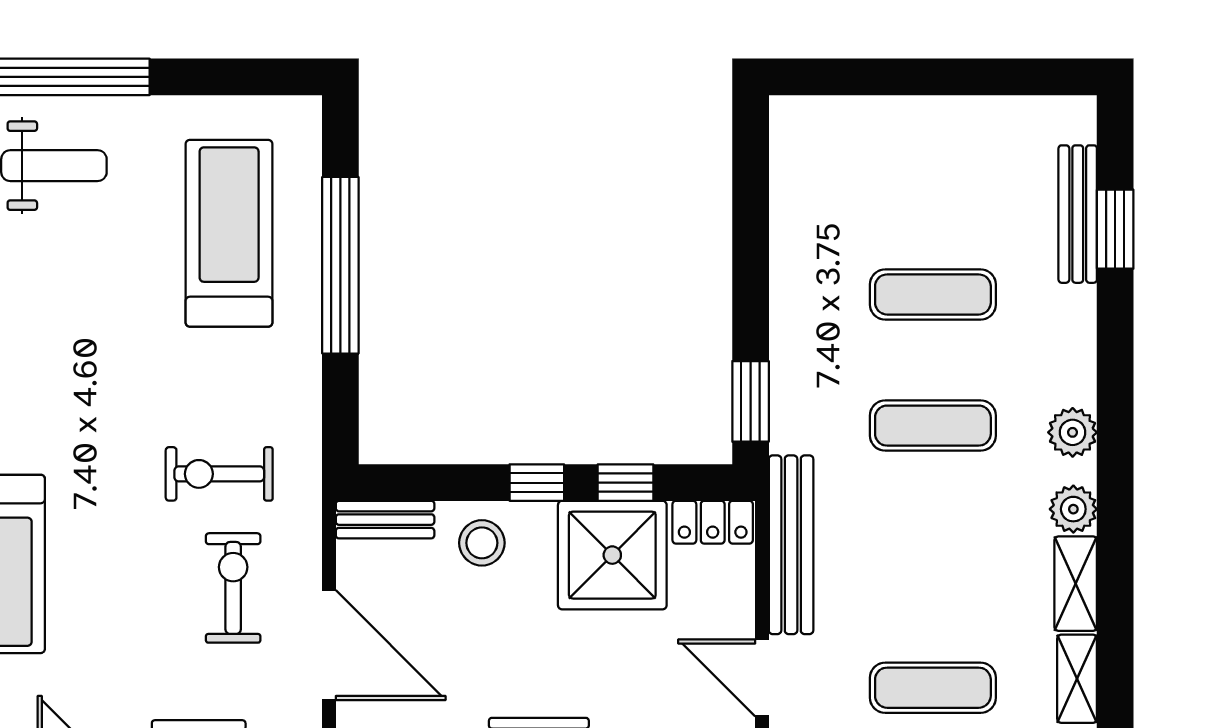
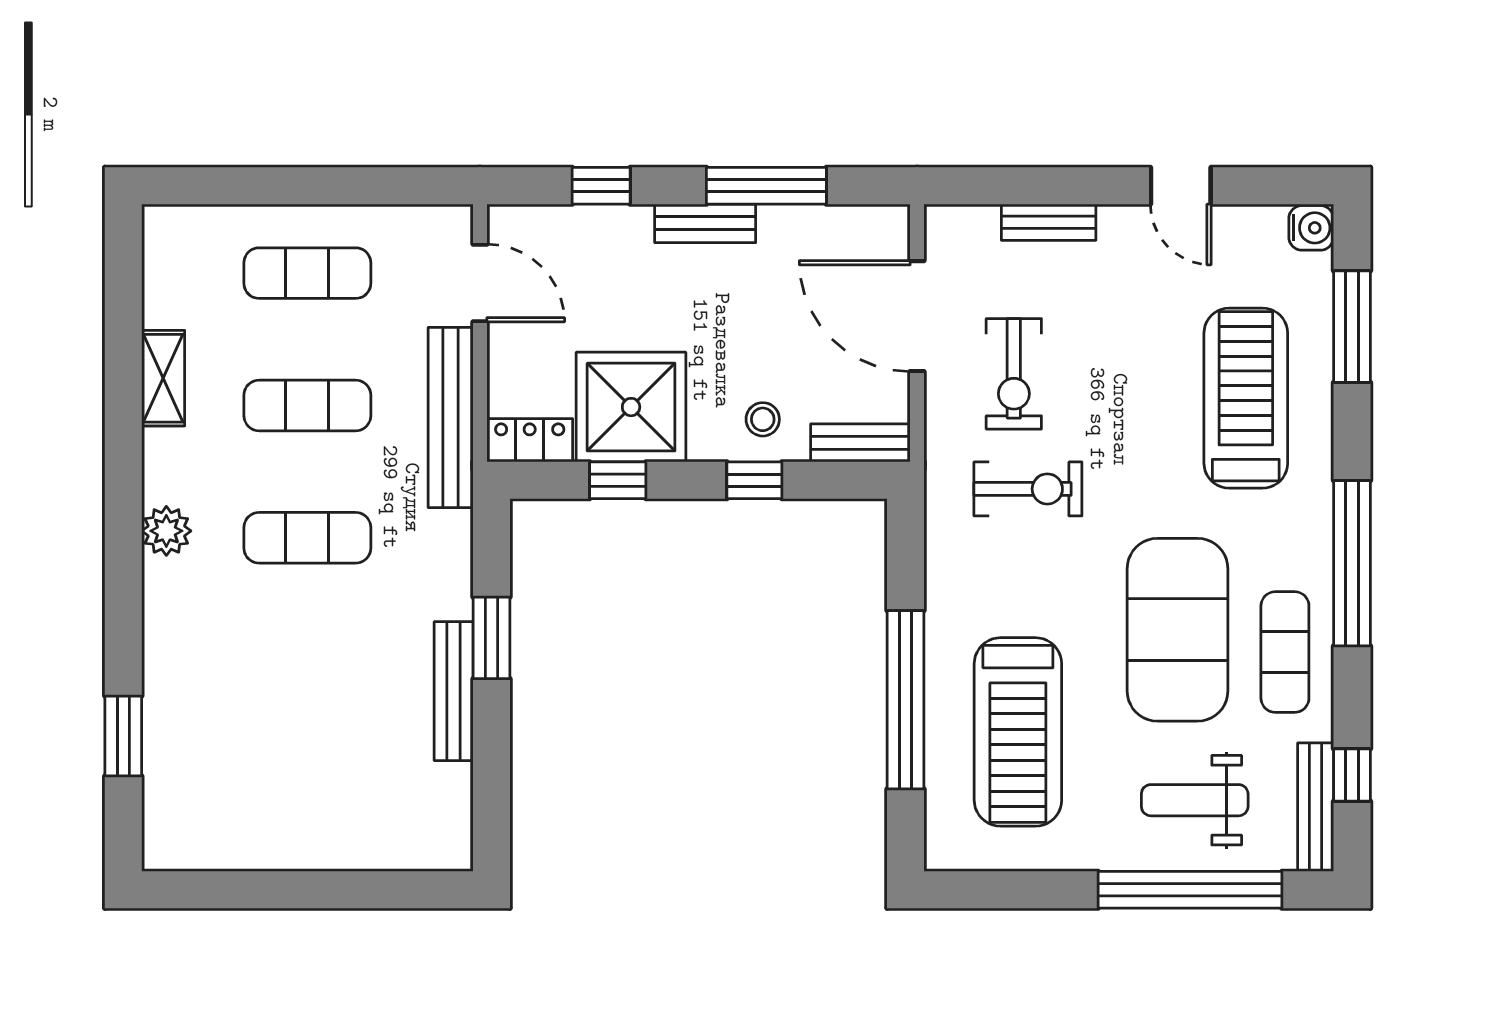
bench: (1078, 214) -> (454, 691), moved
exercise mat: (933, 294) -> (307, 405), moved
exercise mat: (71, 334) -> (1178, 630), added
window: (751, 401) -> (491, 638), moved
window: (537, 483) -> (754, 480), moved
plant: (1073, 509) -> (166, 453), removed
stool: (482, 543) -> (763, 419), width x0.73, depth x0.73
shelving: (1077, 679) -> (162, 282), removed

